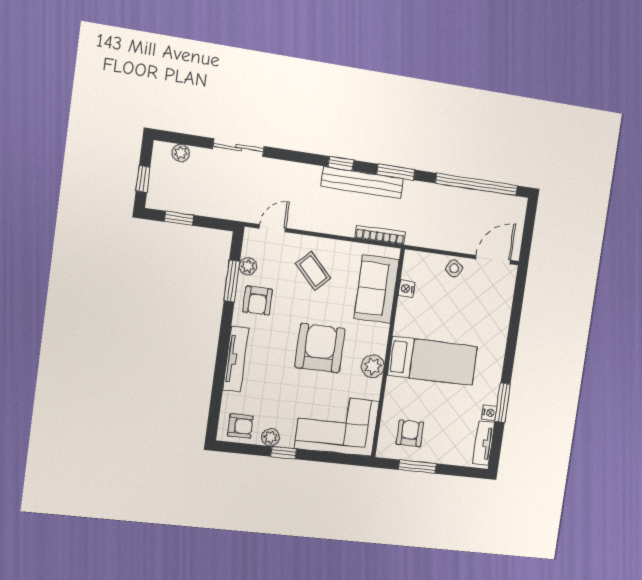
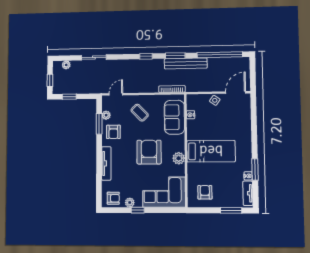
bench: (362, 183) -> (186, 63), moved
window: (417, 467) -> (231, 210), moved

